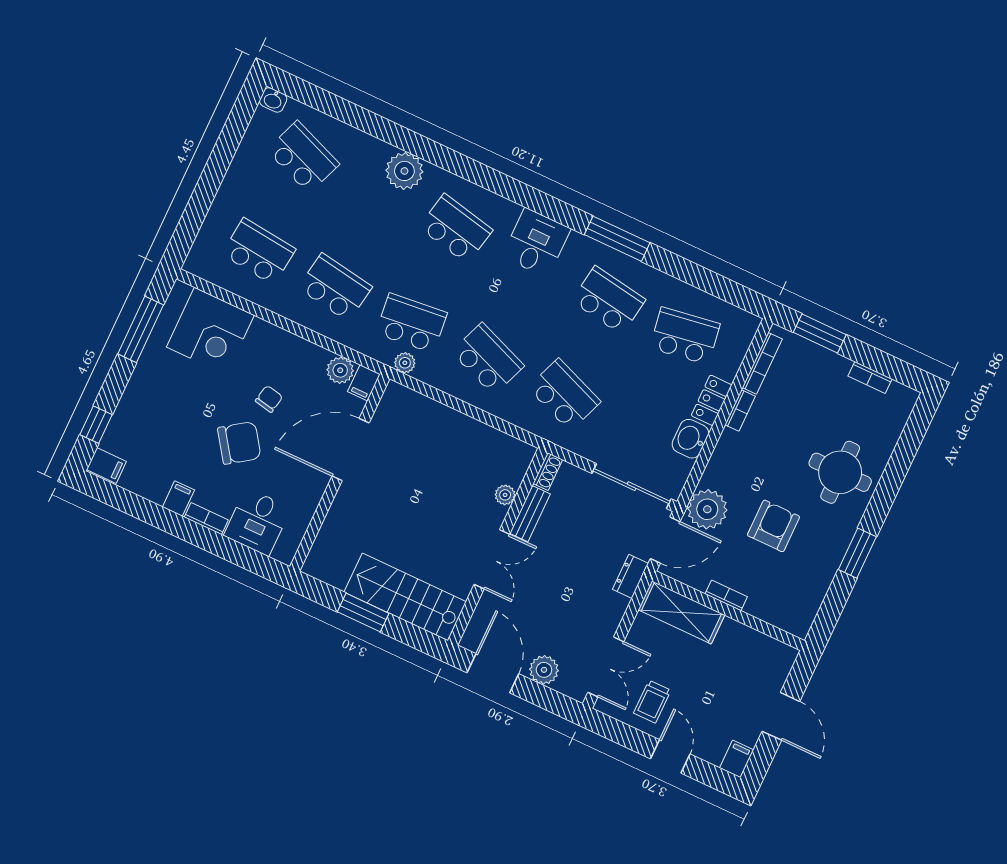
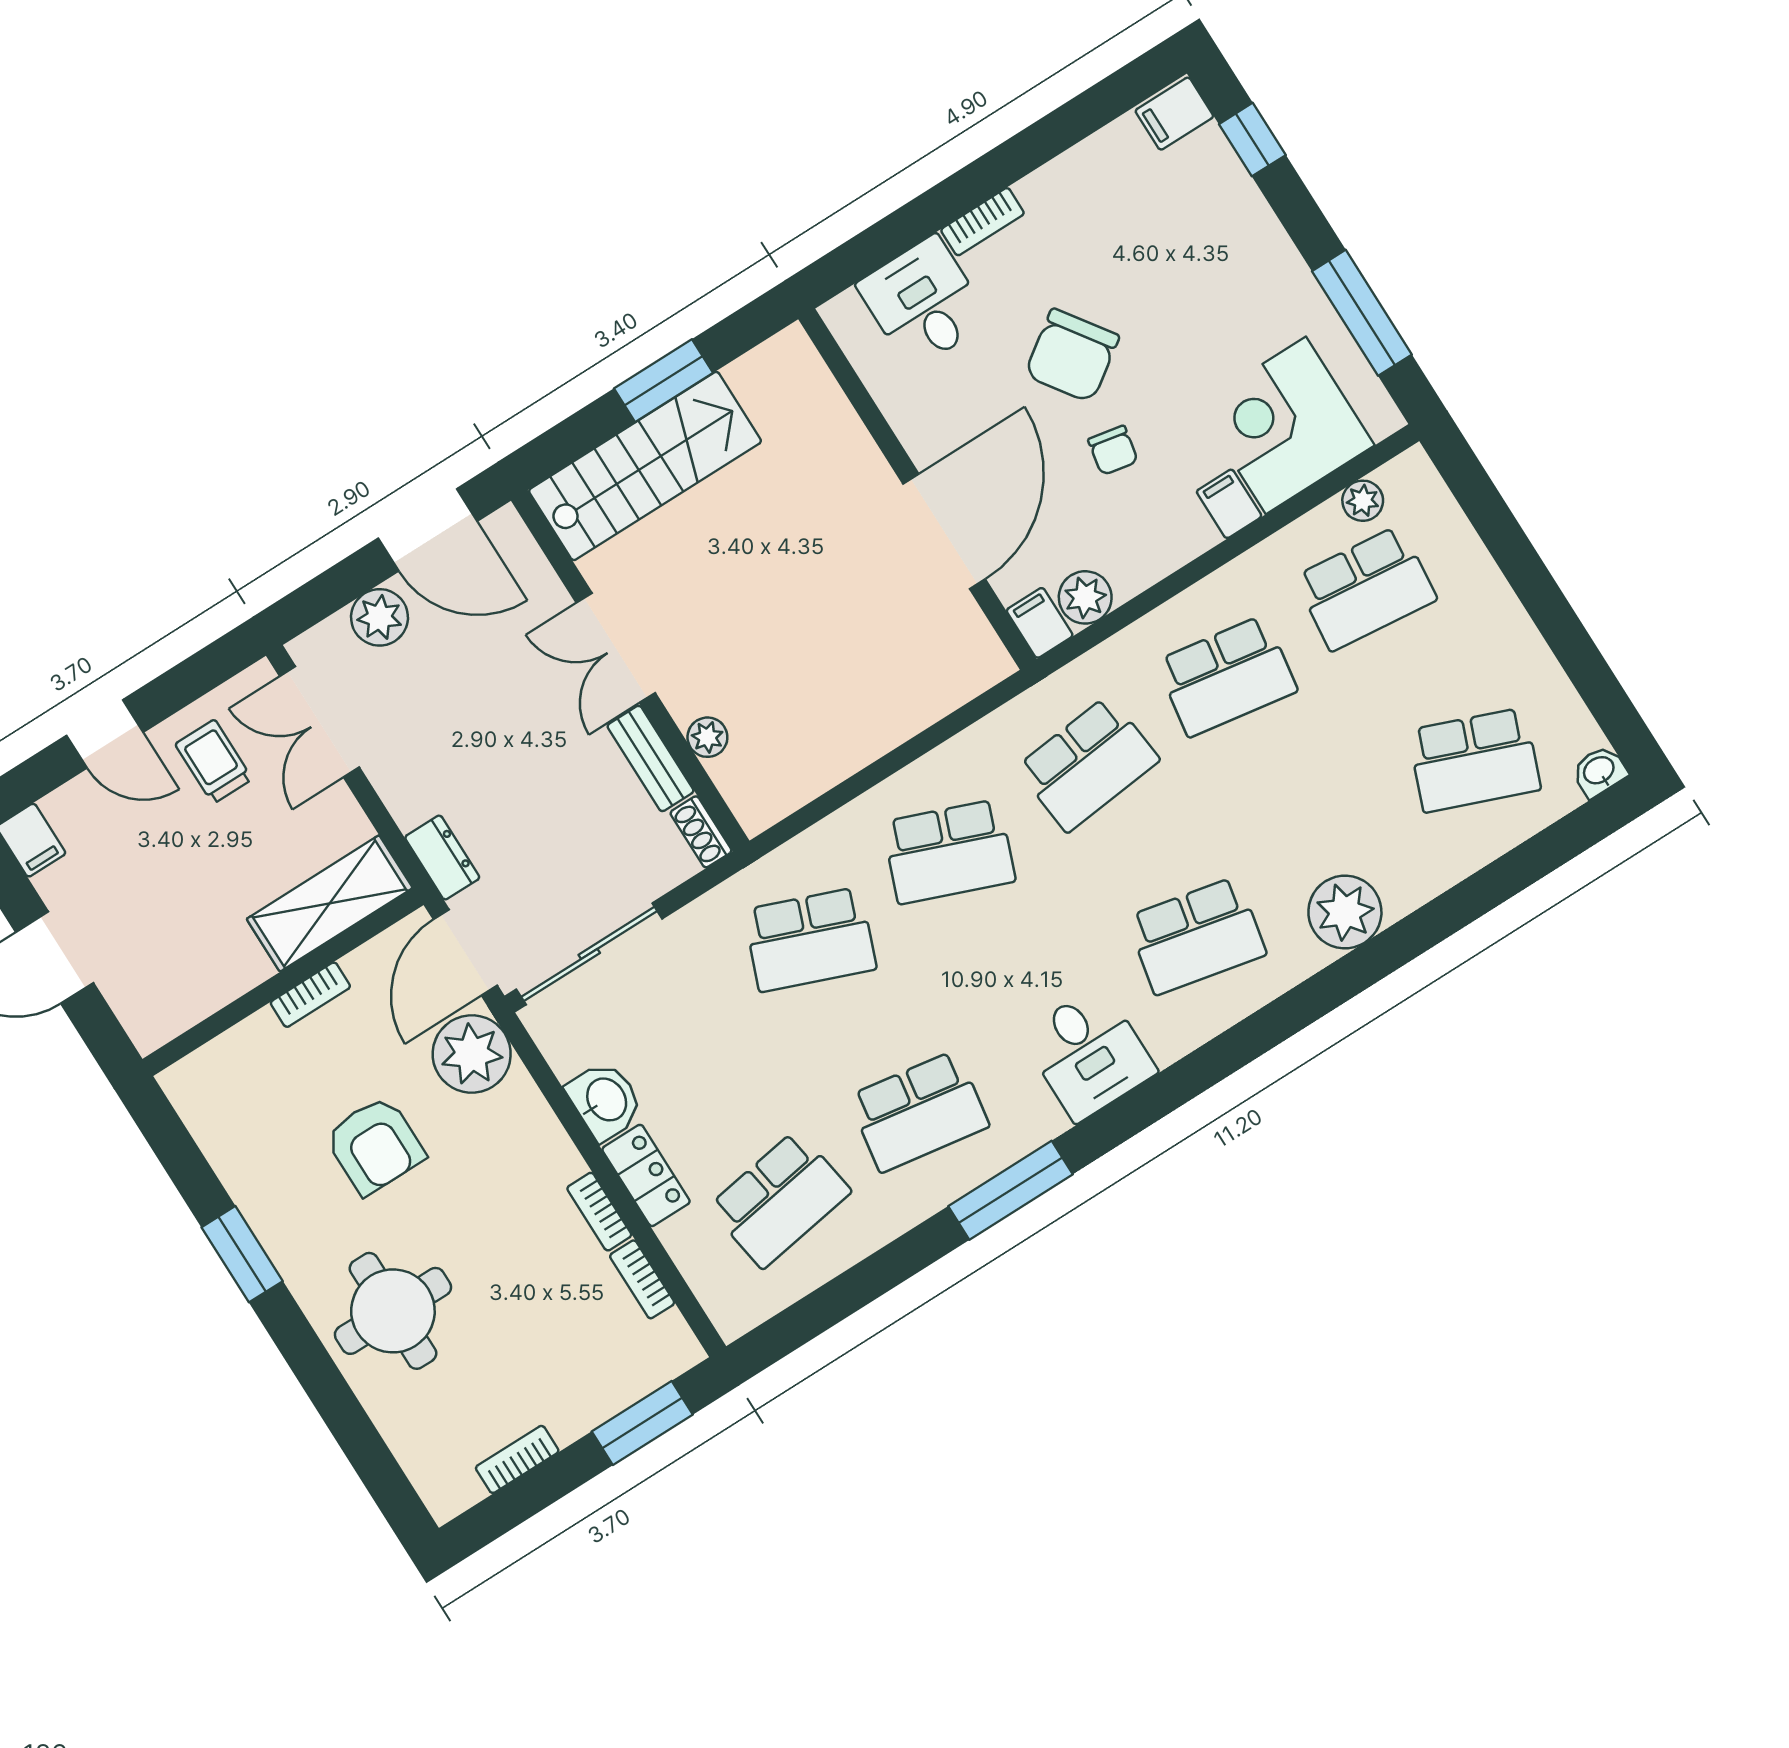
plant: (405, 363) -> (1363, 501), moved
bookcase: (762, 363) -> (642, 1279), width x0.64
filing cabinet: (178, 499) -> (1229, 504), moved, turned 180

